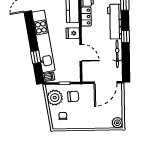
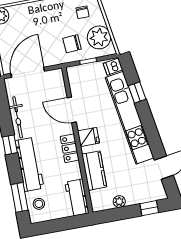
locker: (86, 17) -> (70, 148), moved

